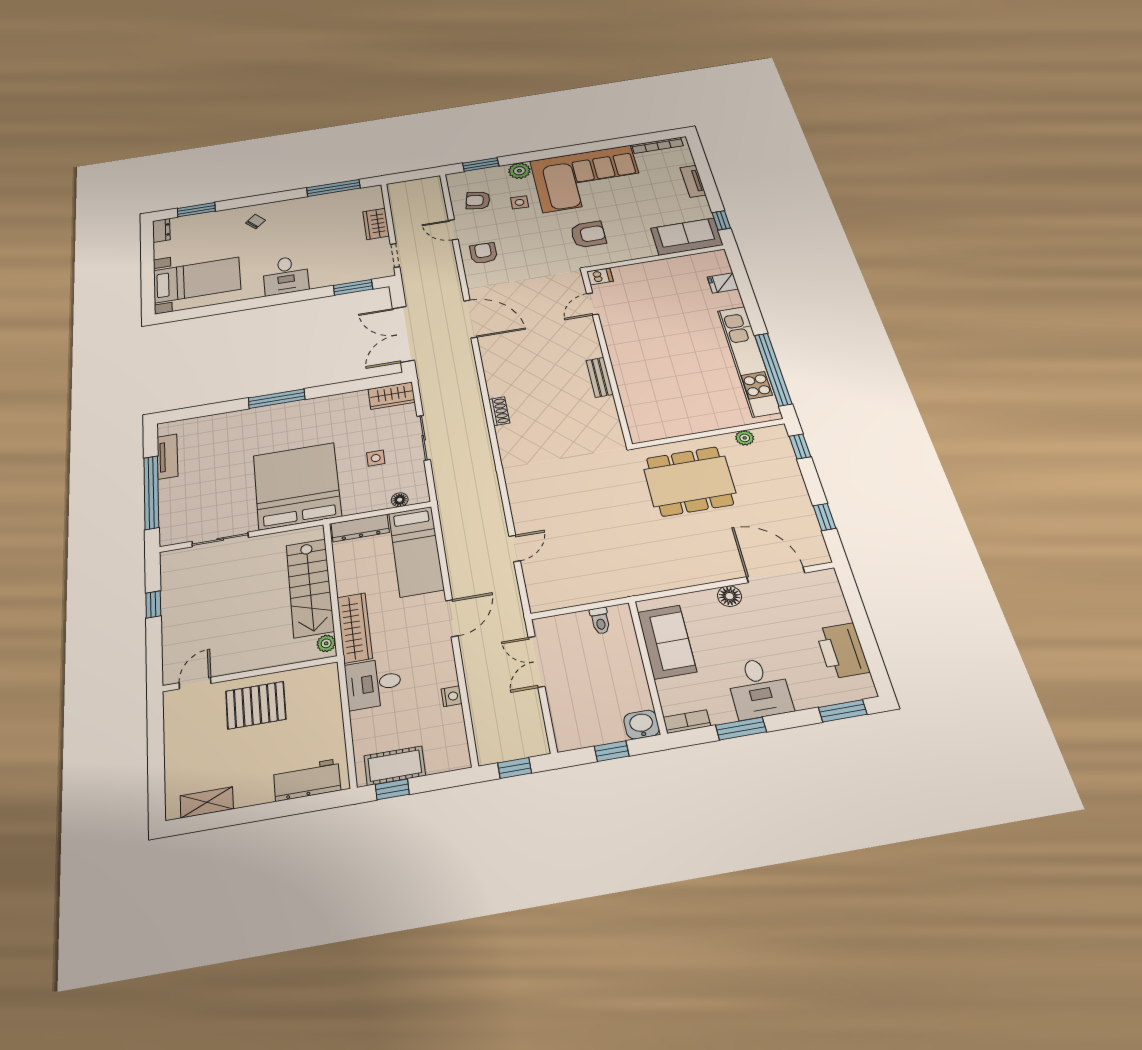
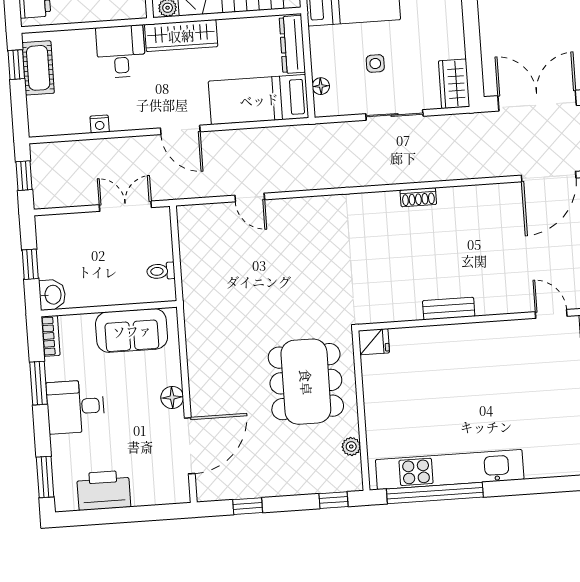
fridge: (723, 283) -> (374, 342), moved, turned 90

